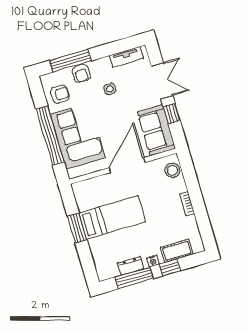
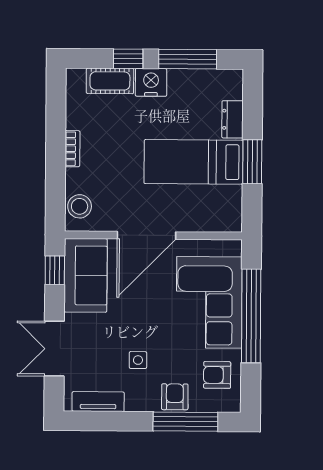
window: (172, 114) -> (55, 270), moved
nightstand: (153, 261) -> (151, 82), width x1.89, depth x1.79
dresser: (131, 266) -> (232, 119), moved, turned 90

